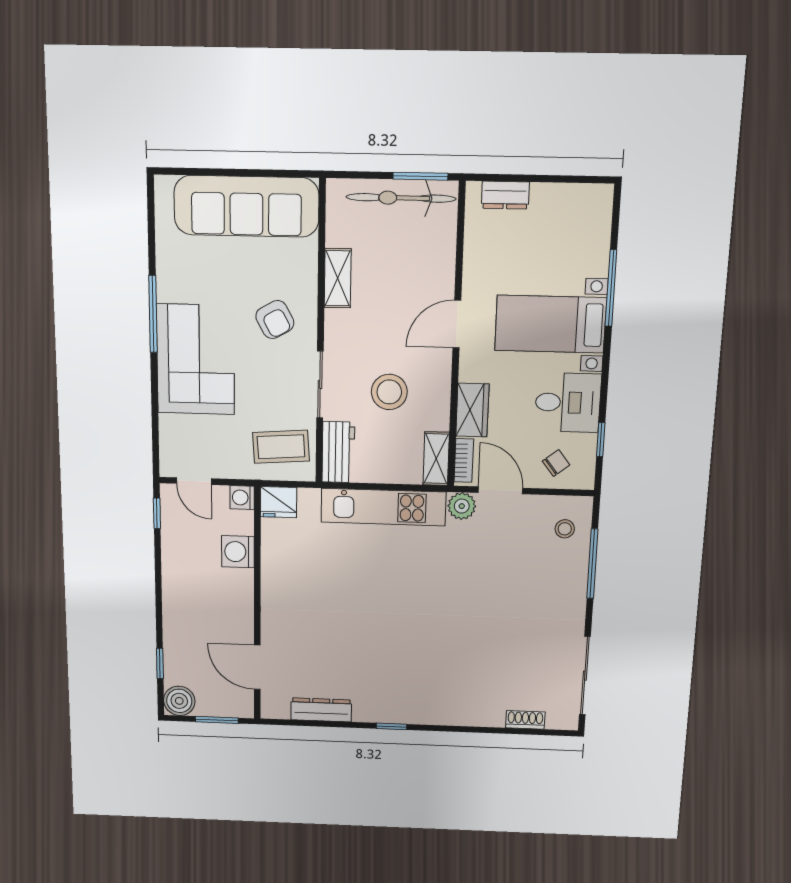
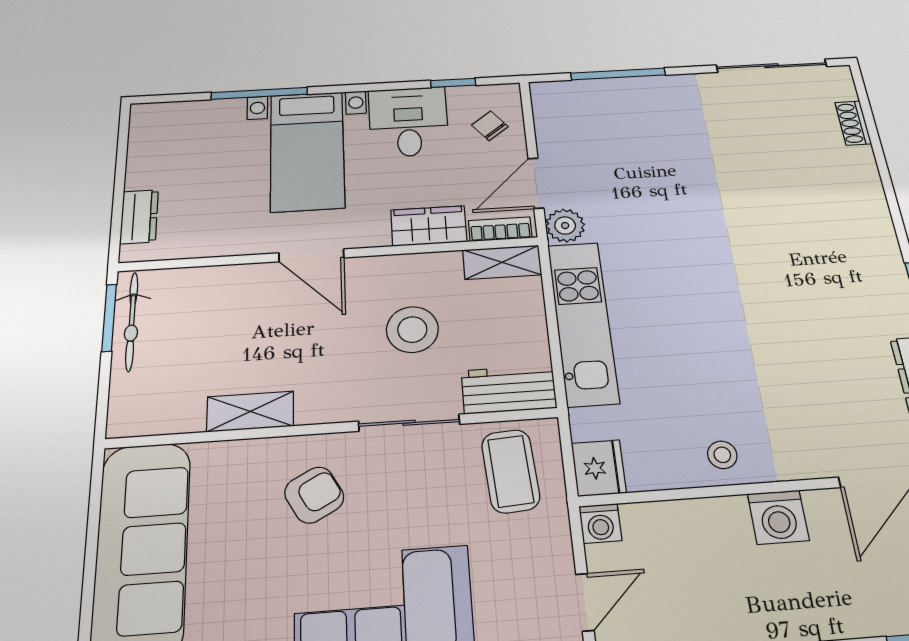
bicycle: (401, 198) -> (132, 321), width x0.73, depth x0.71
stool: (565, 529) -> (722, 455), moved
washing machine: (238, 552) -> (778, 517), moved

